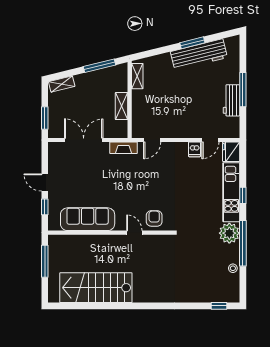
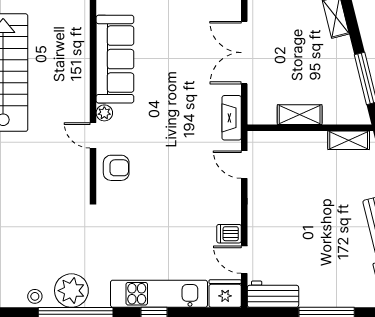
workbench: (232, 100) -> (273, 294), moved
double door: (84, 140) -> (244, 53), swing flipped
plant: (121, 226) -> (104, 113), added
door: (134, 233) -> (93, 135), swing flipped
plant: (229, 233) -> (71, 291), moved

